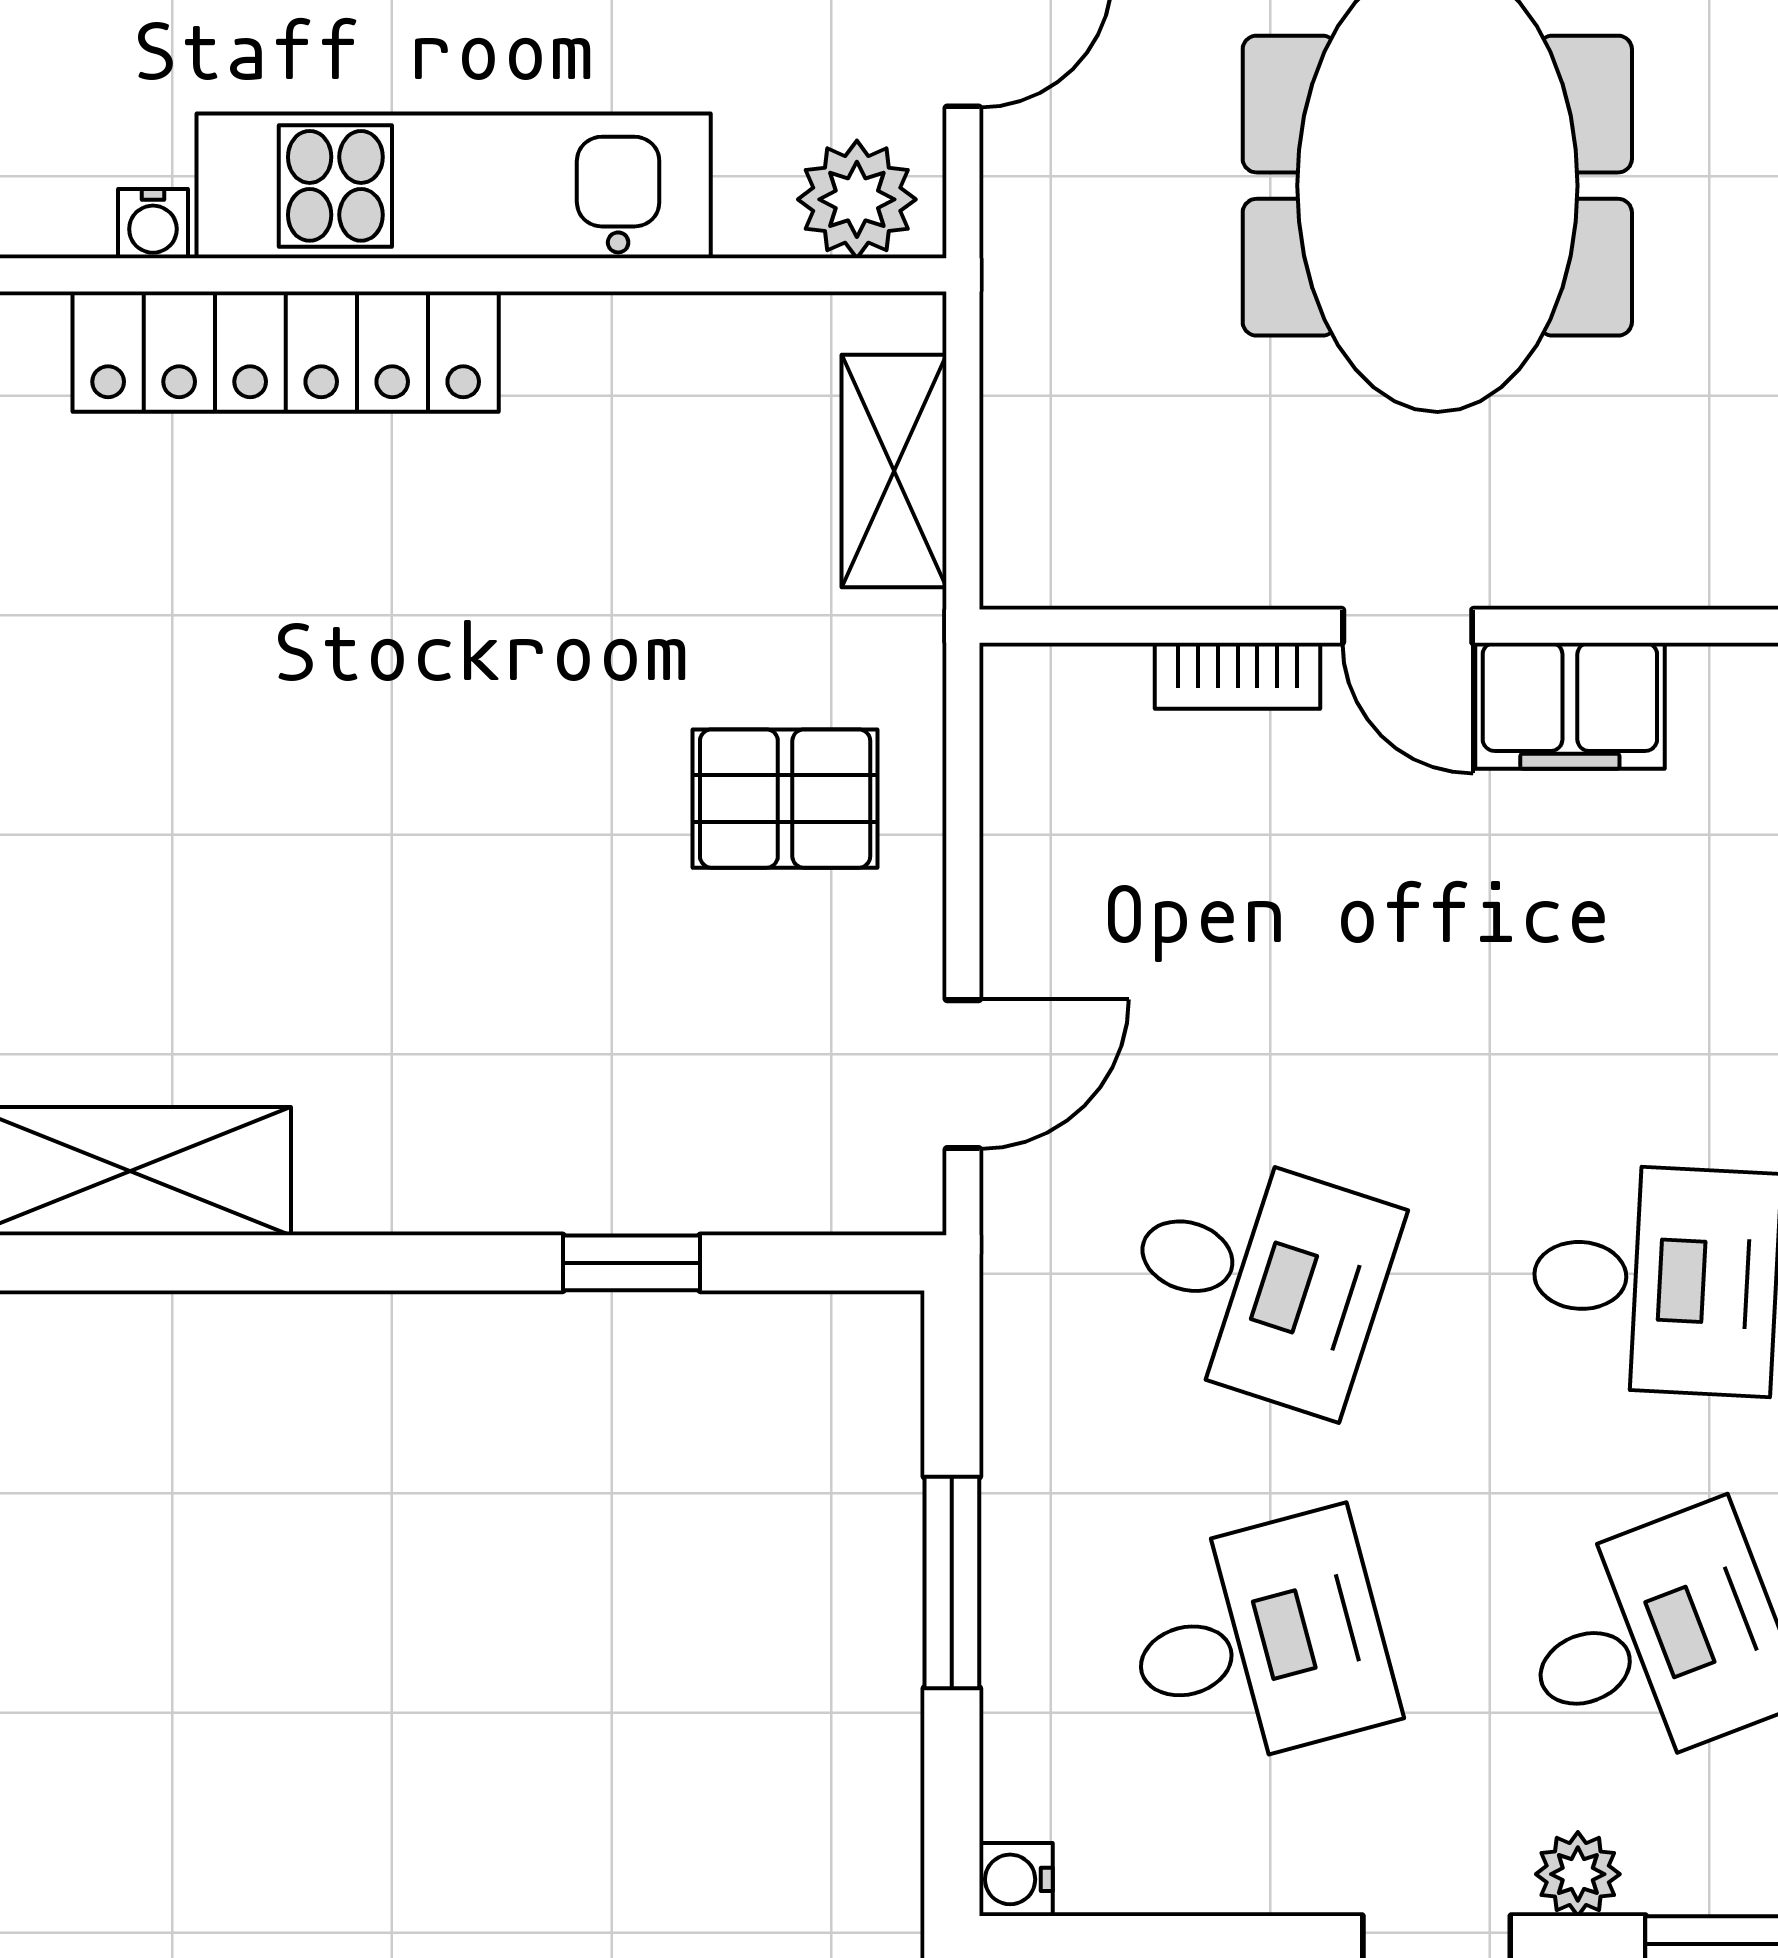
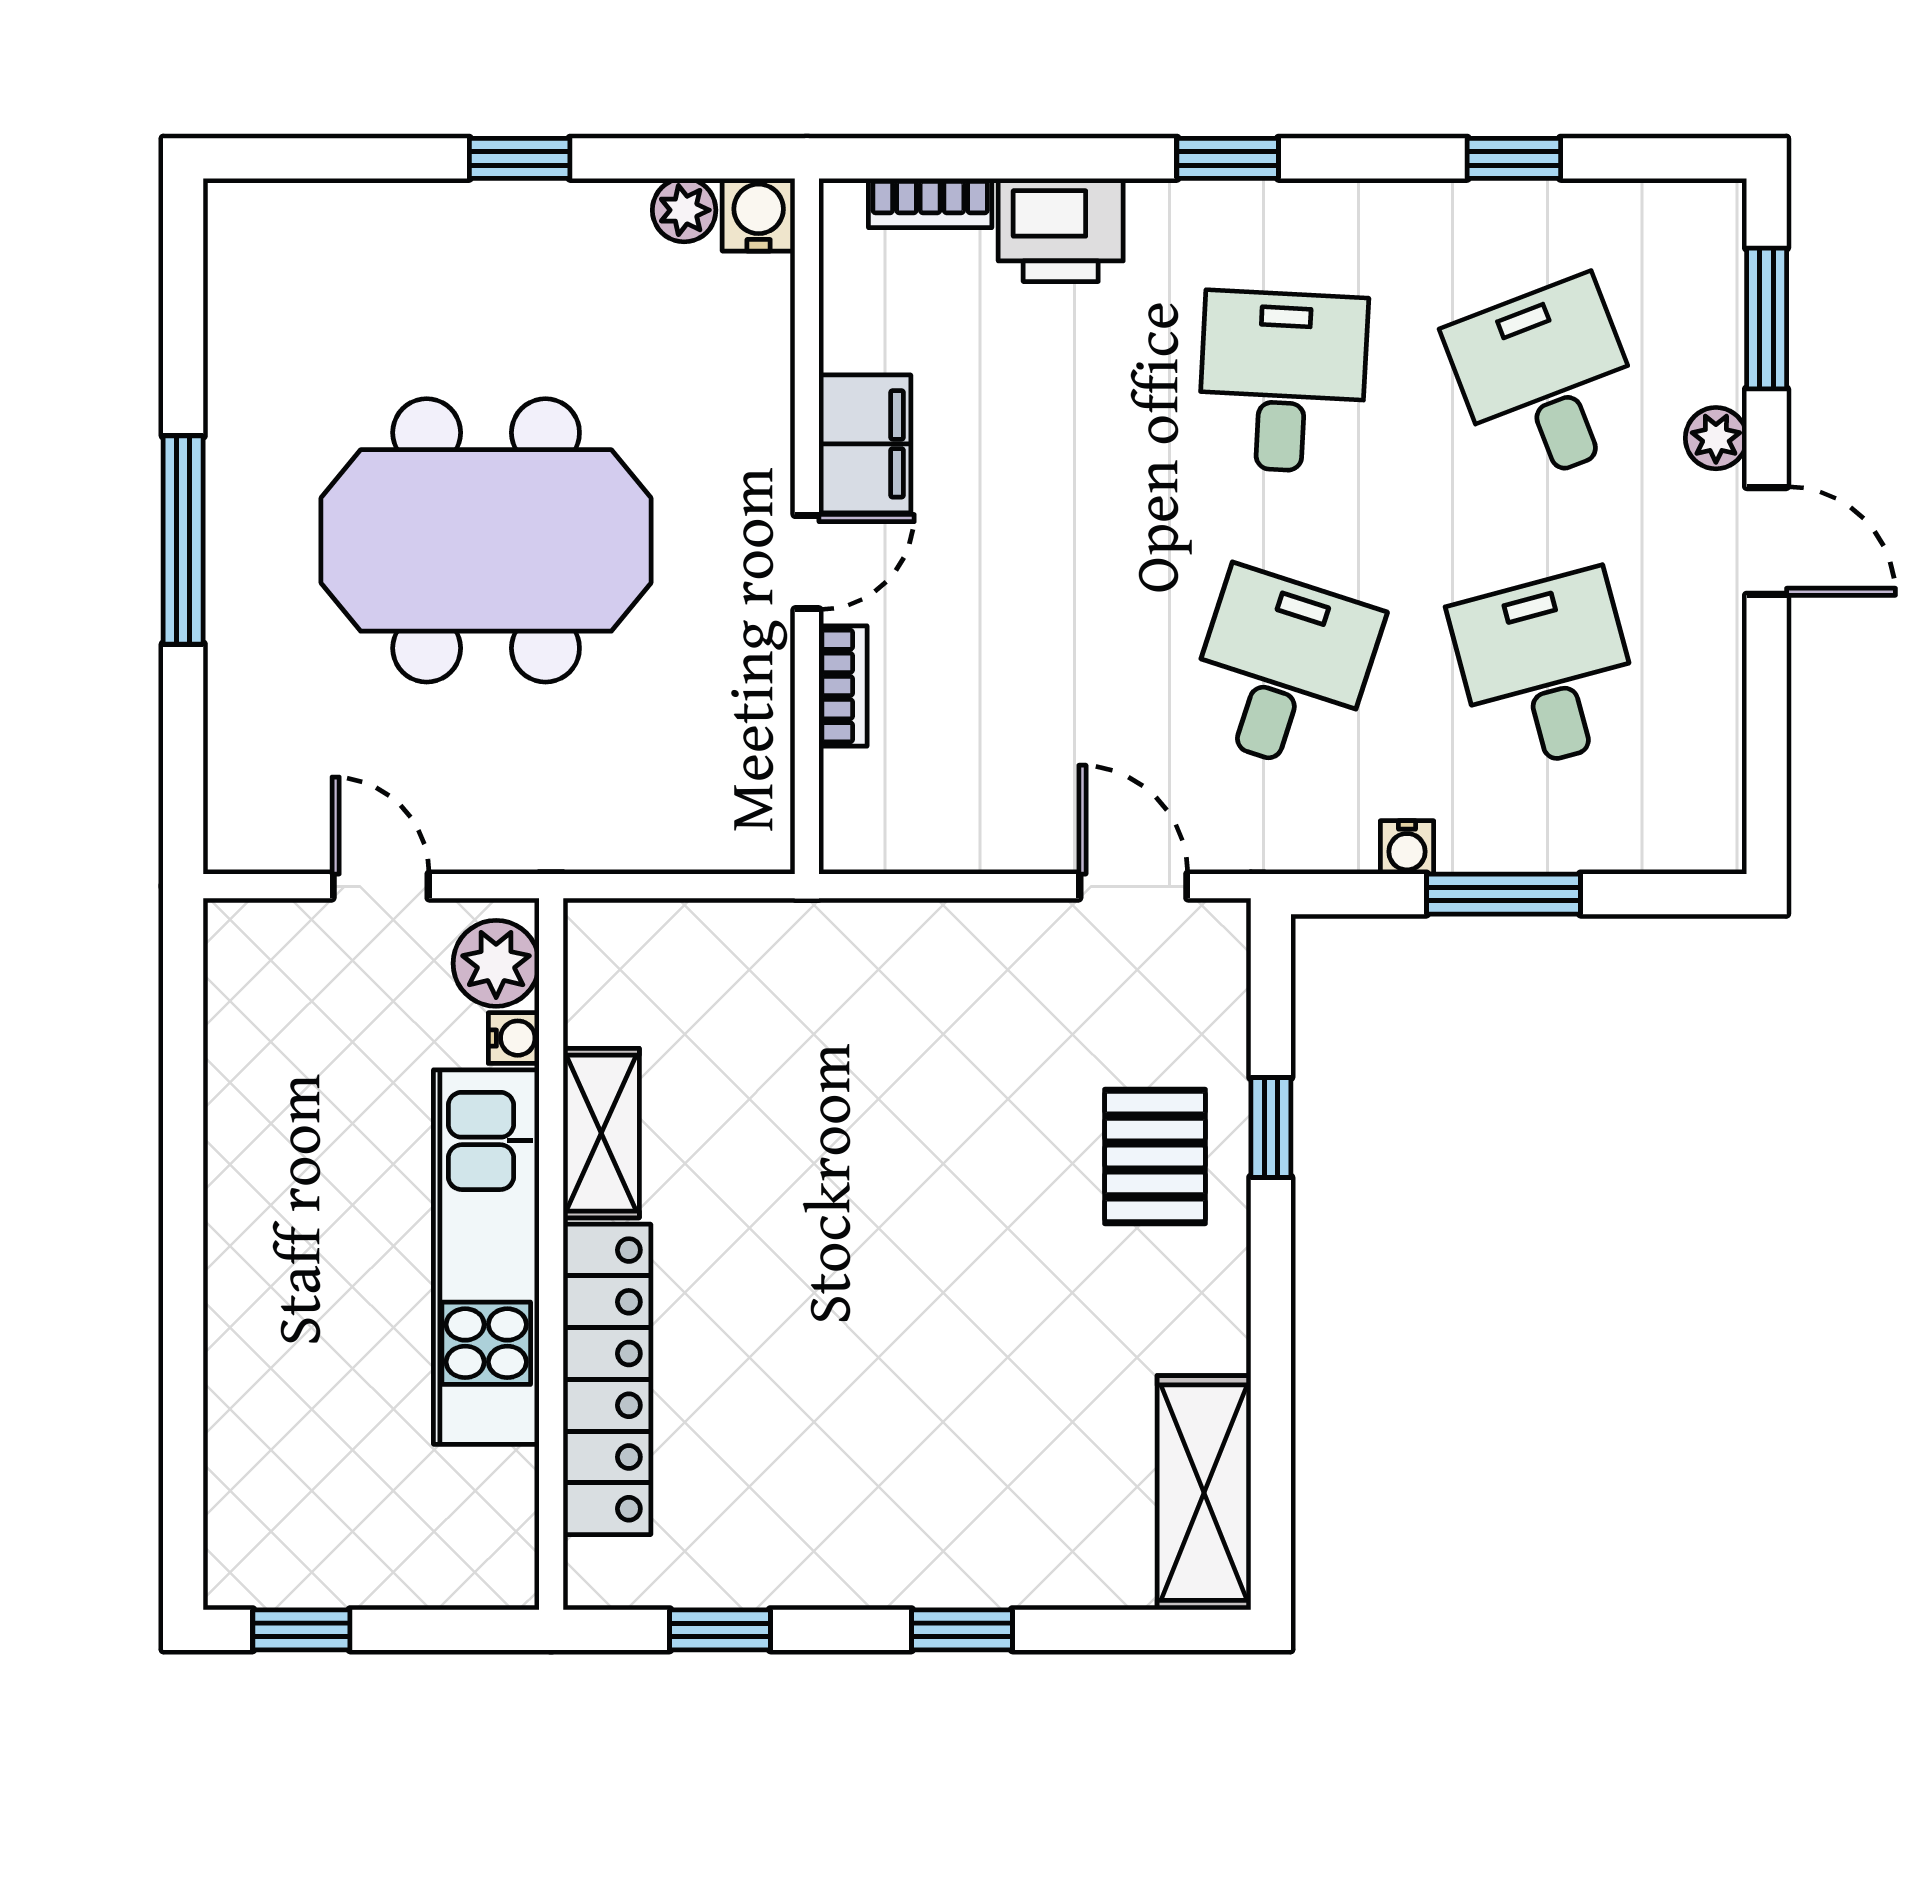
water cooler: (153, 224) -> (514, 1038), moved
shelving: (894, 471) -> (601, 1133), moved, turned 90
pallet: (785, 799) -> (1155, 1156), moved
water cooler: (1016, 1879) -> (1407, 847), moved

